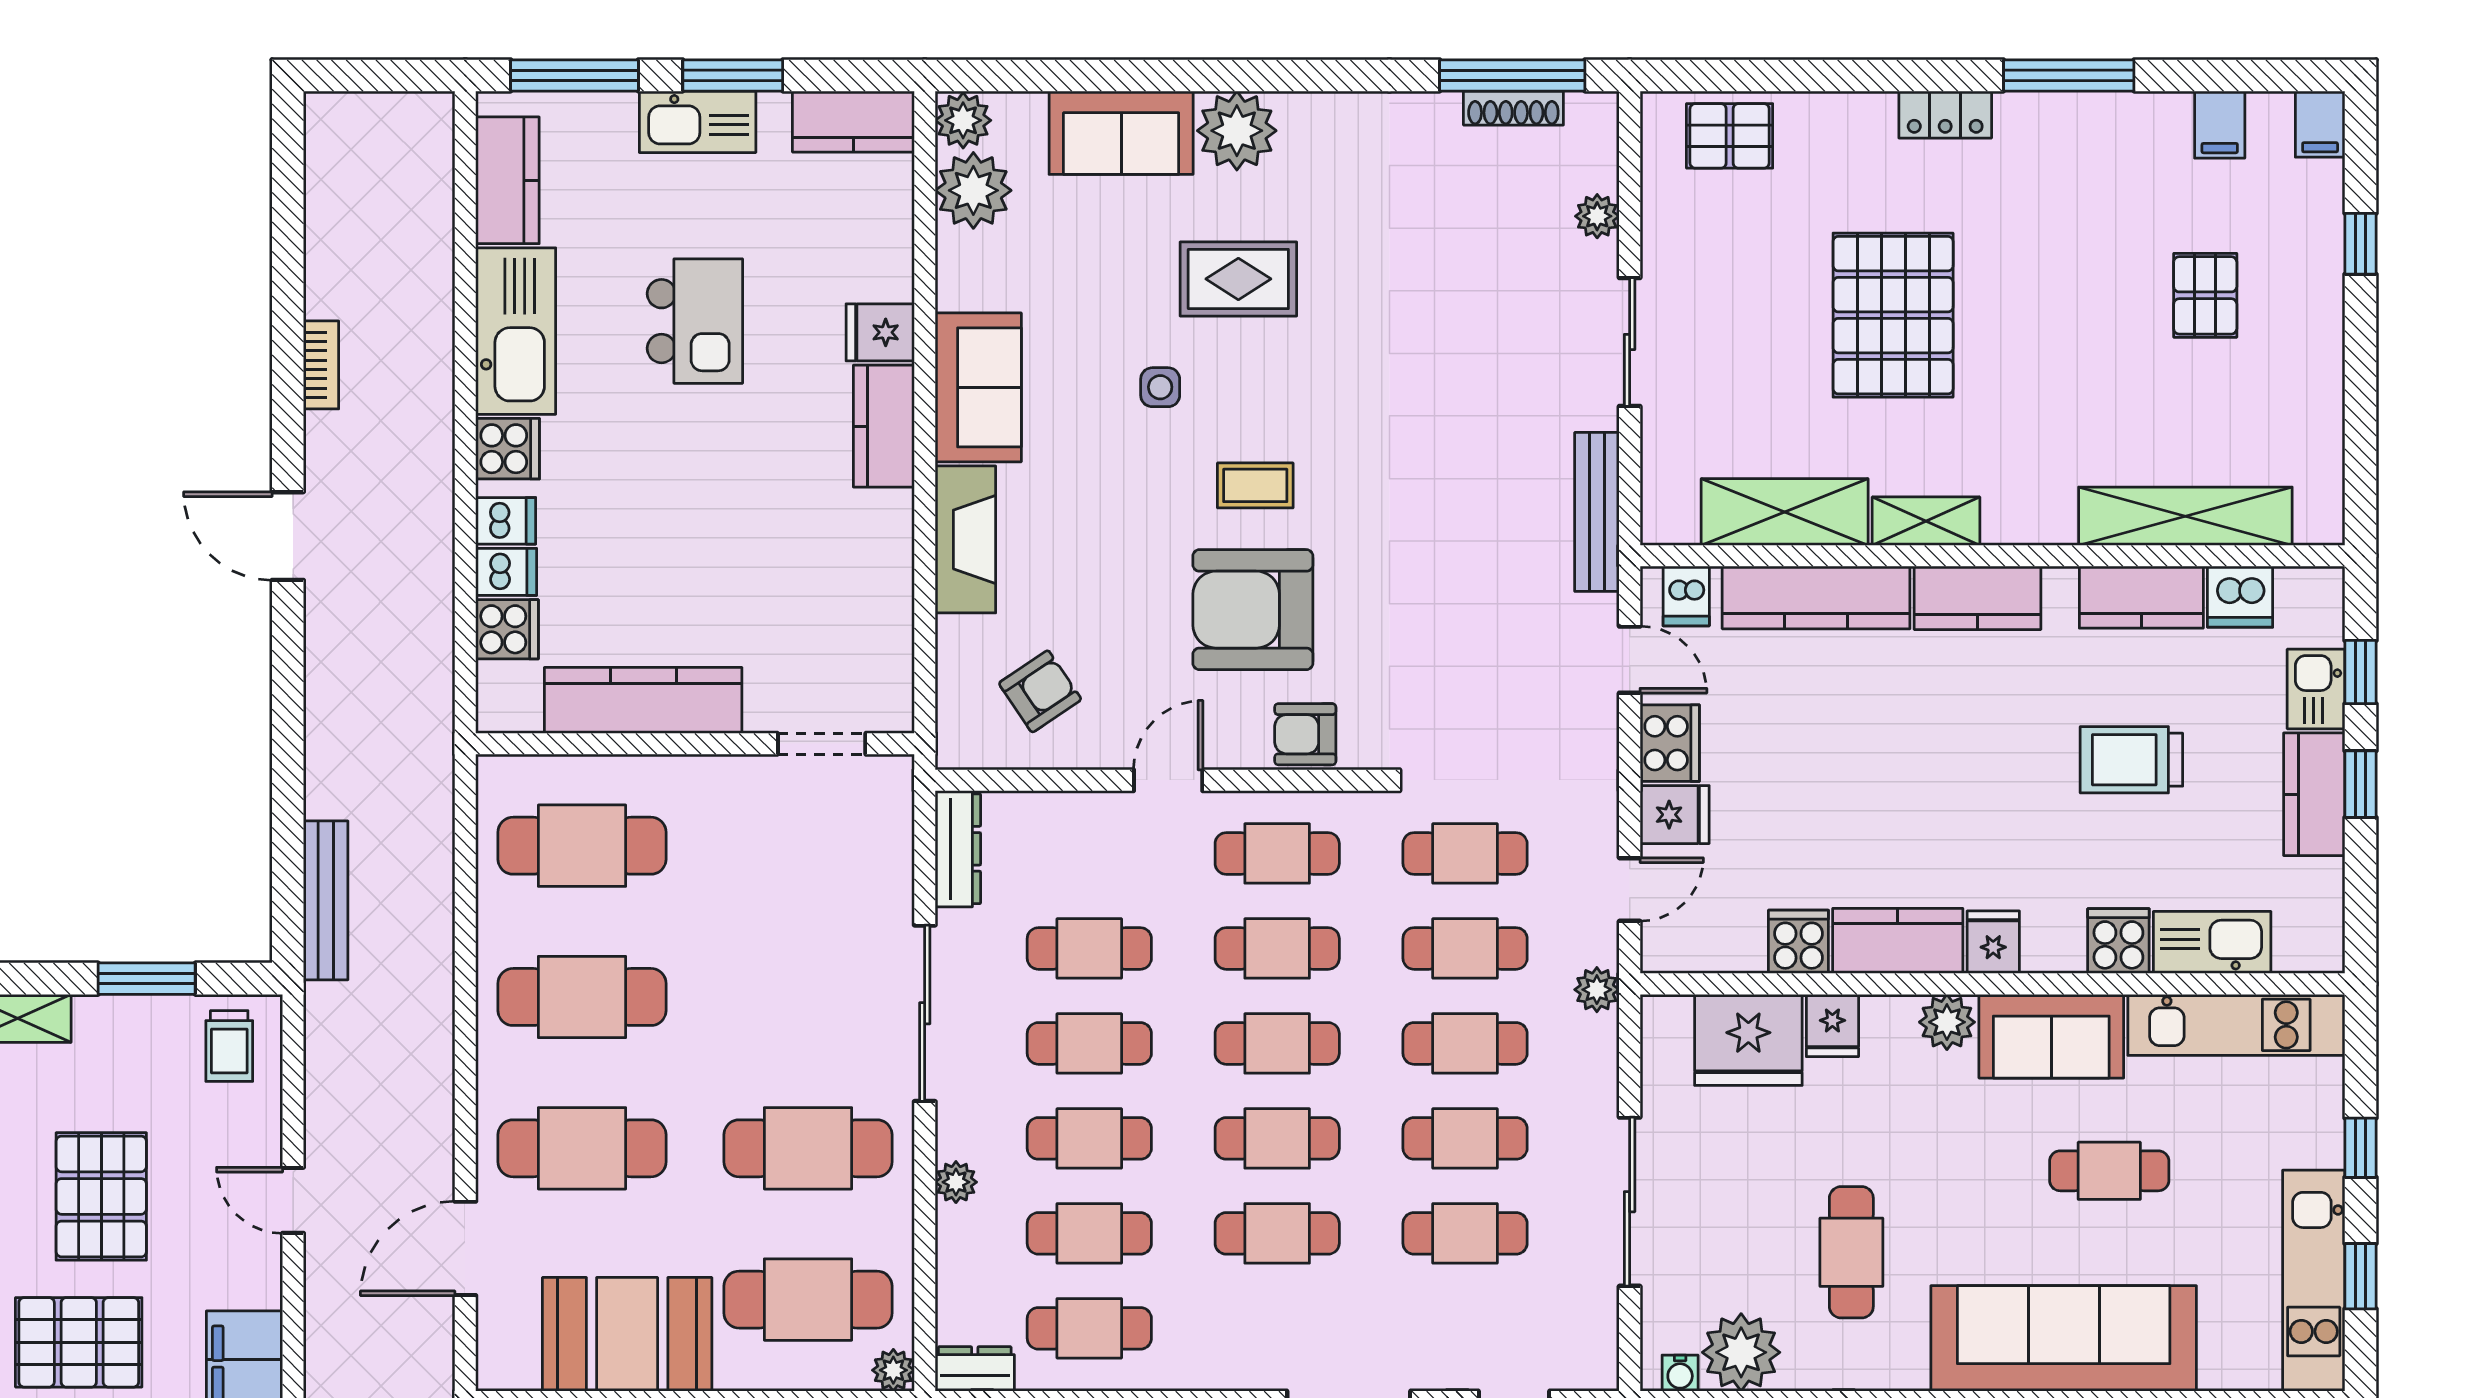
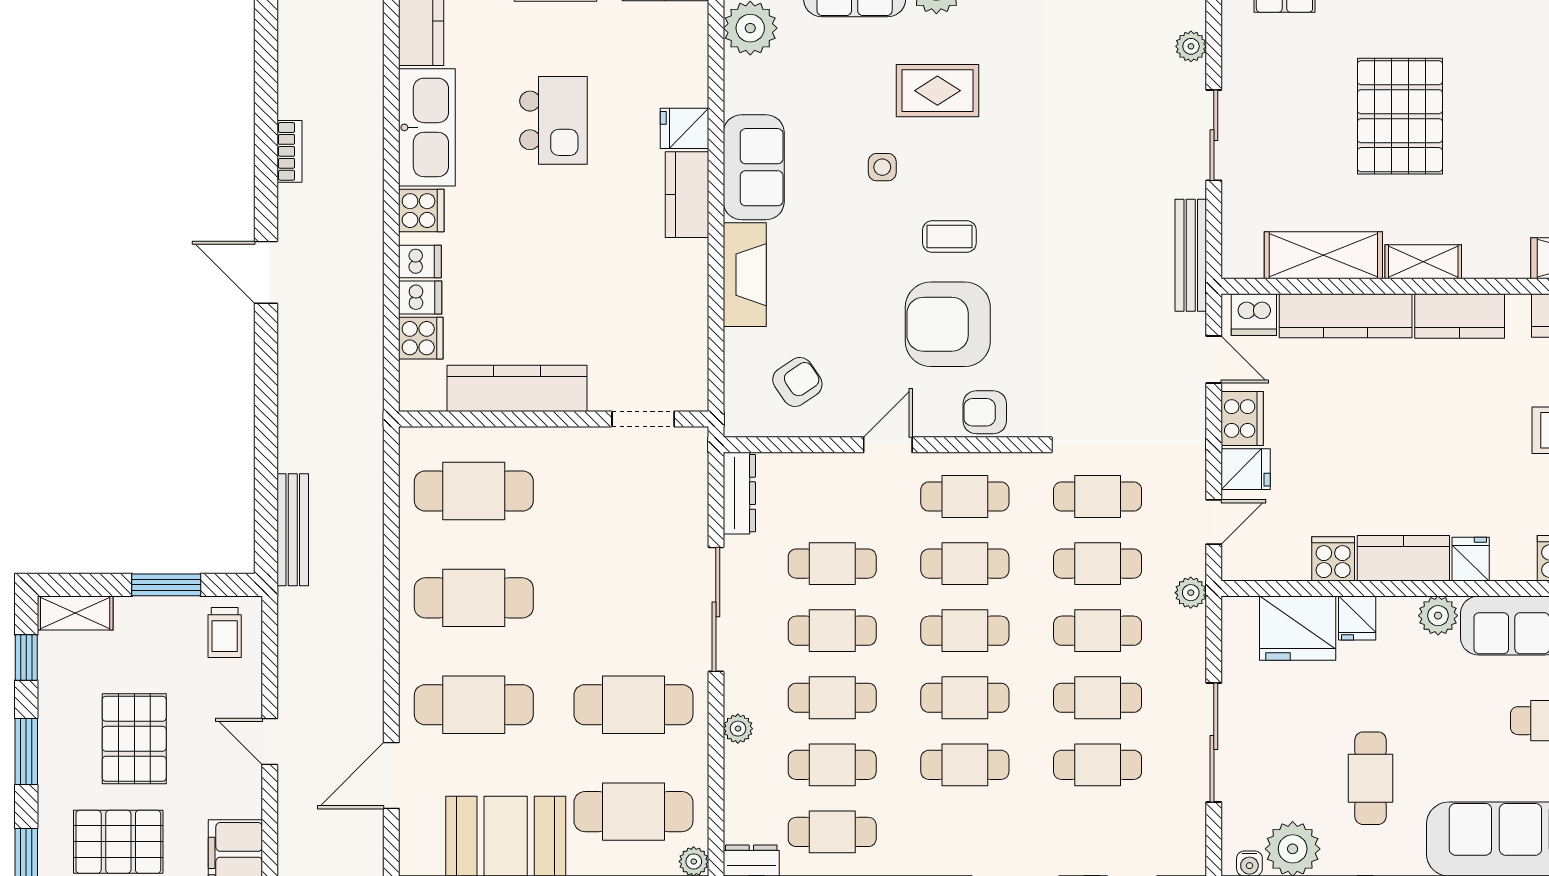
dishwasher: (1686, 596) -> (1254, 315), width x1.38

